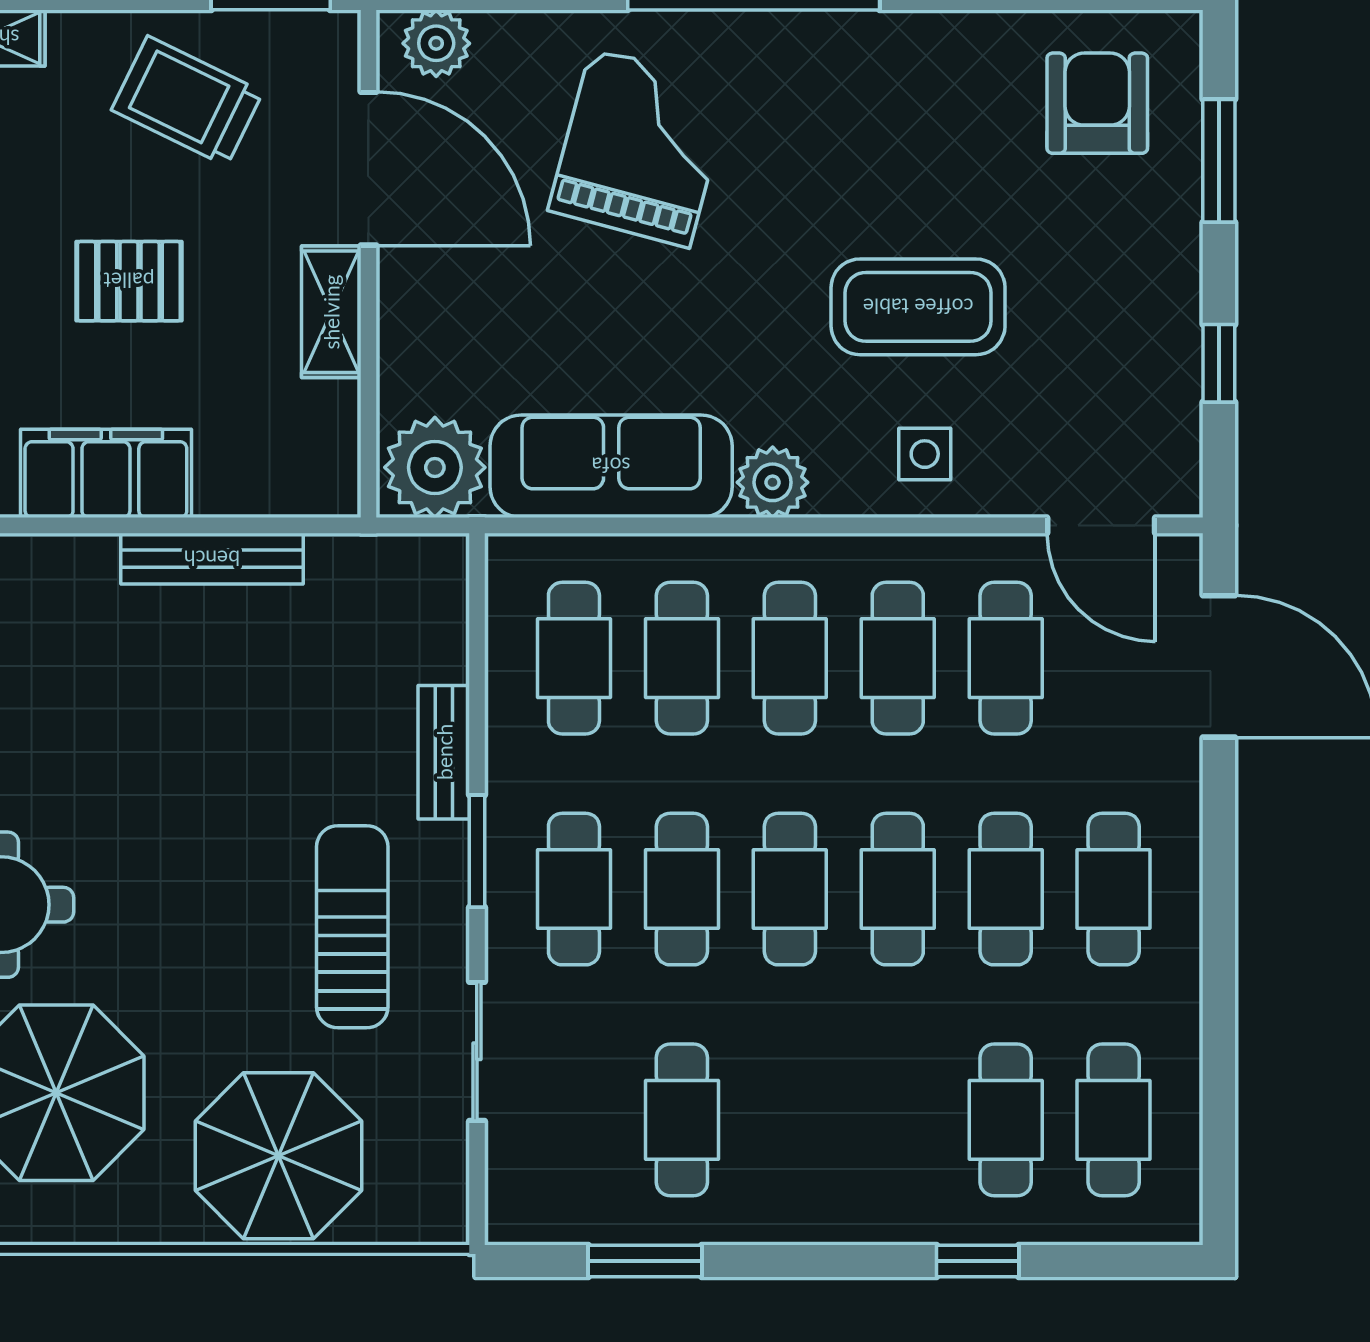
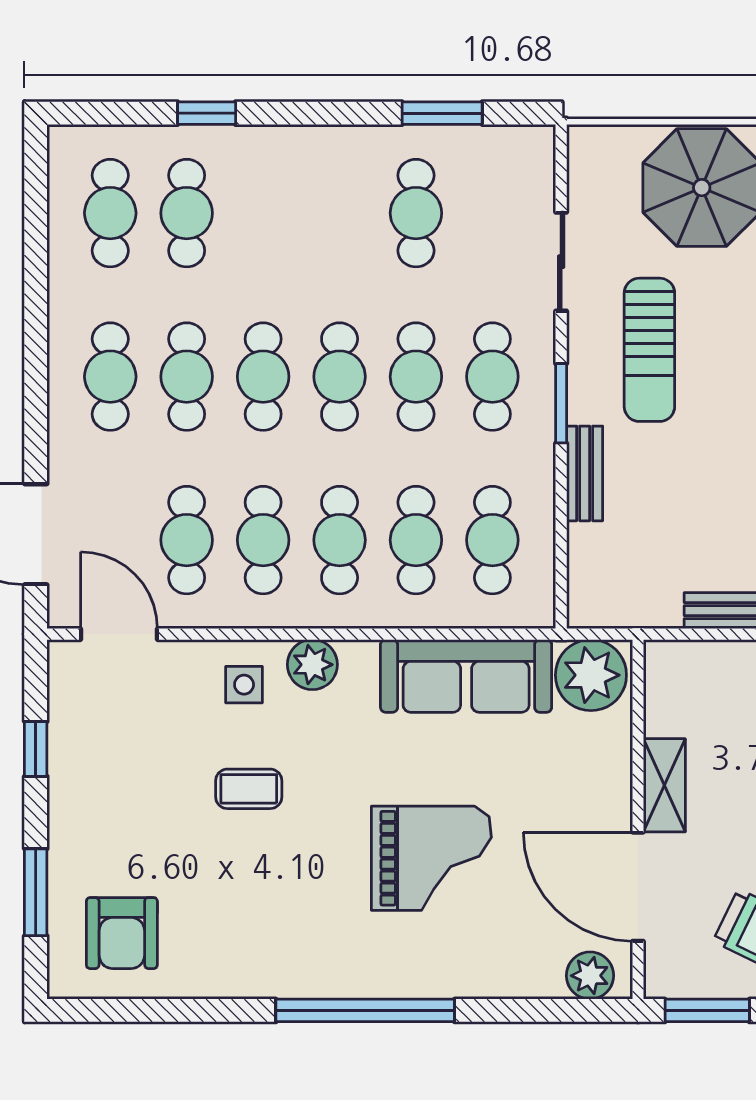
grand piano: (640, 148) -> (431, 858), moved, turned -105
coffee table: (918, 307) -> (249, 789), width x0.54, depth x0.58
plant: (773, 482) -> (312, 665), moved

